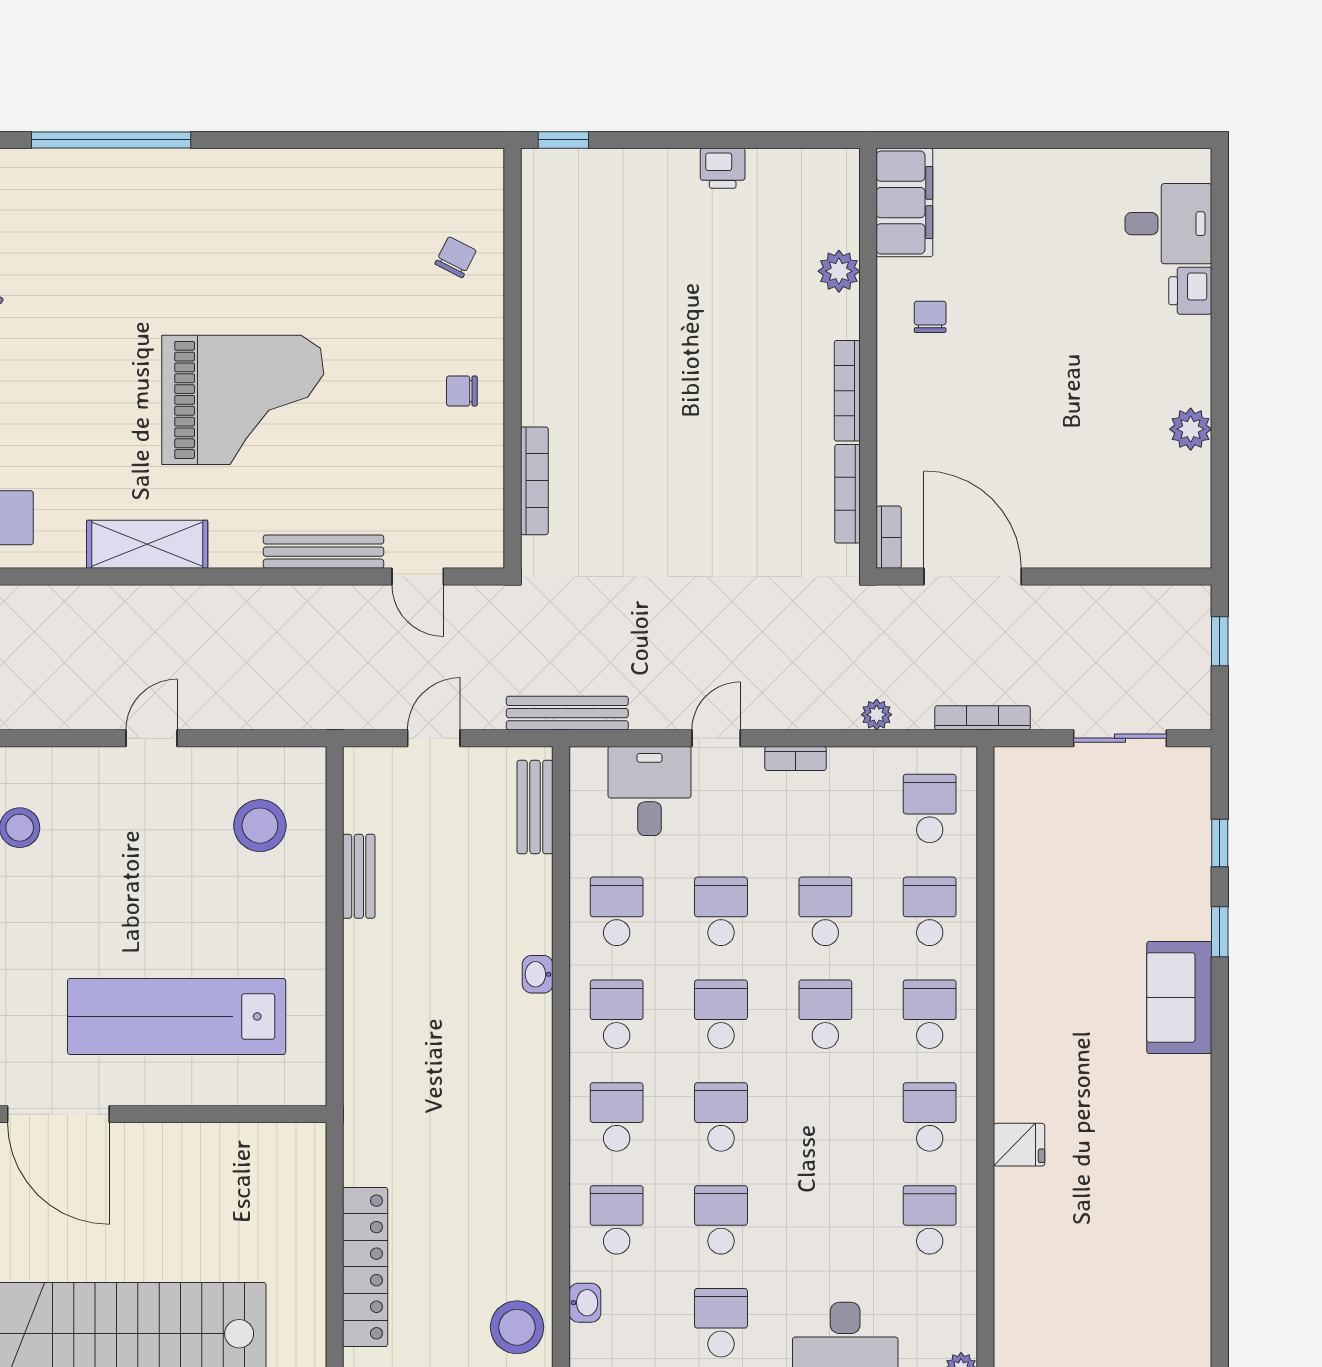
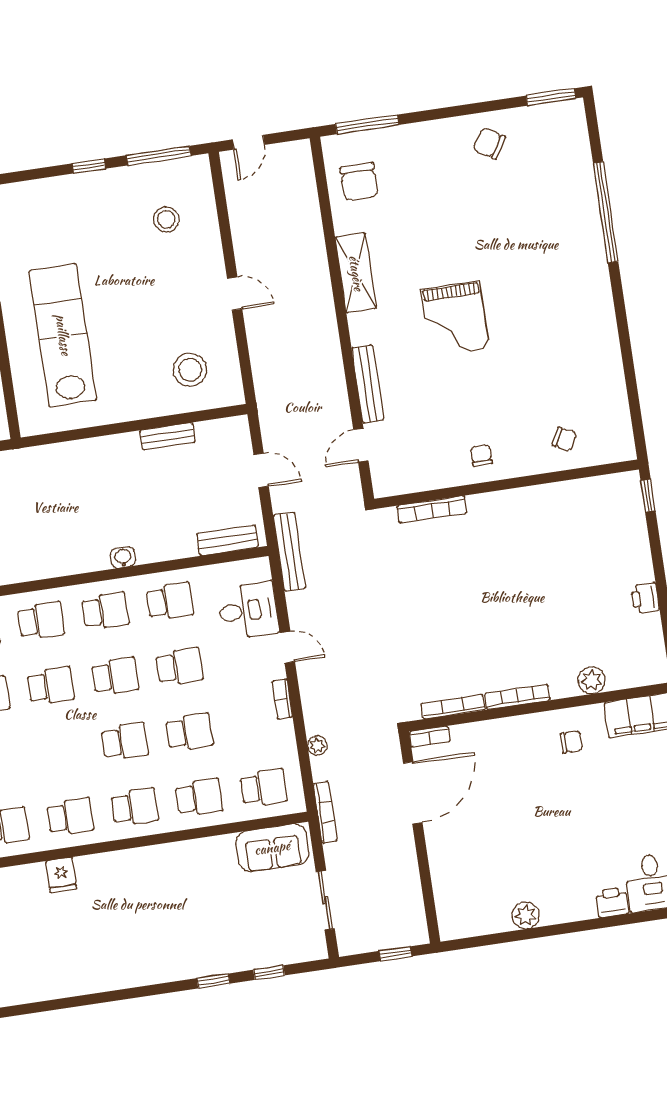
grand piano: (243, 400) -> (455, 319), width x0.73, depth x0.68
sofa: (1179, 997) -> (272, 848), moved, turned 180

